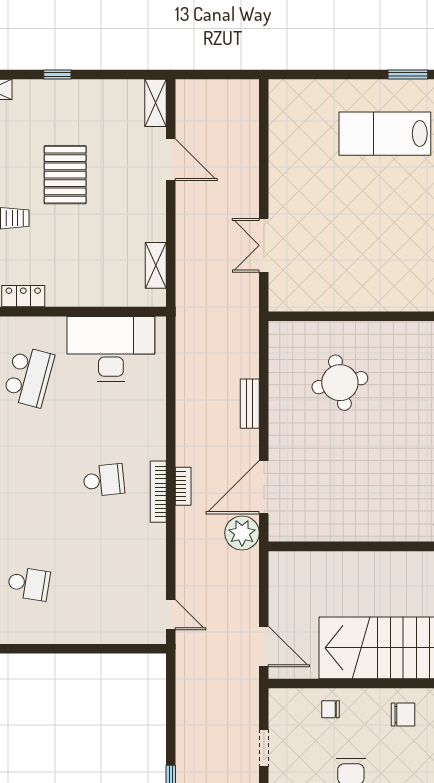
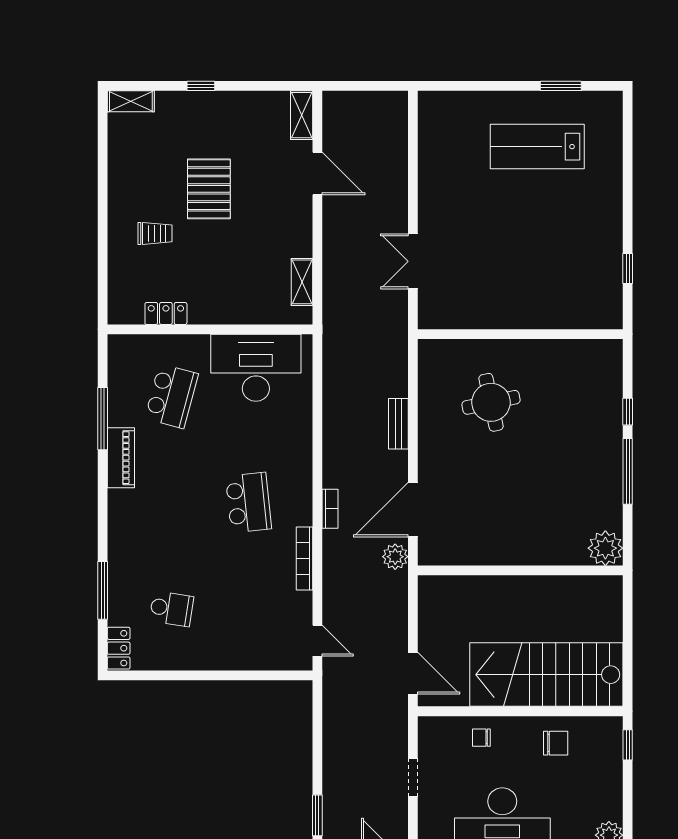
school desk: (104, 480) -> (249, 502), width x1.85
bookcase: (158, 492) -> (305, 559), moved
plant: (242, 533) -> (395, 557), width x0.73, depth x0.73

